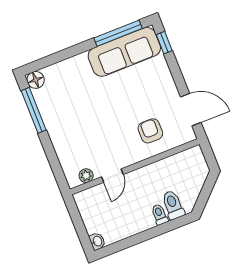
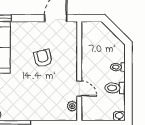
armchair: (150, 131) -> (43, 58), moved, turned 77
toilet: (173, 205) -> (115, 88), moved

